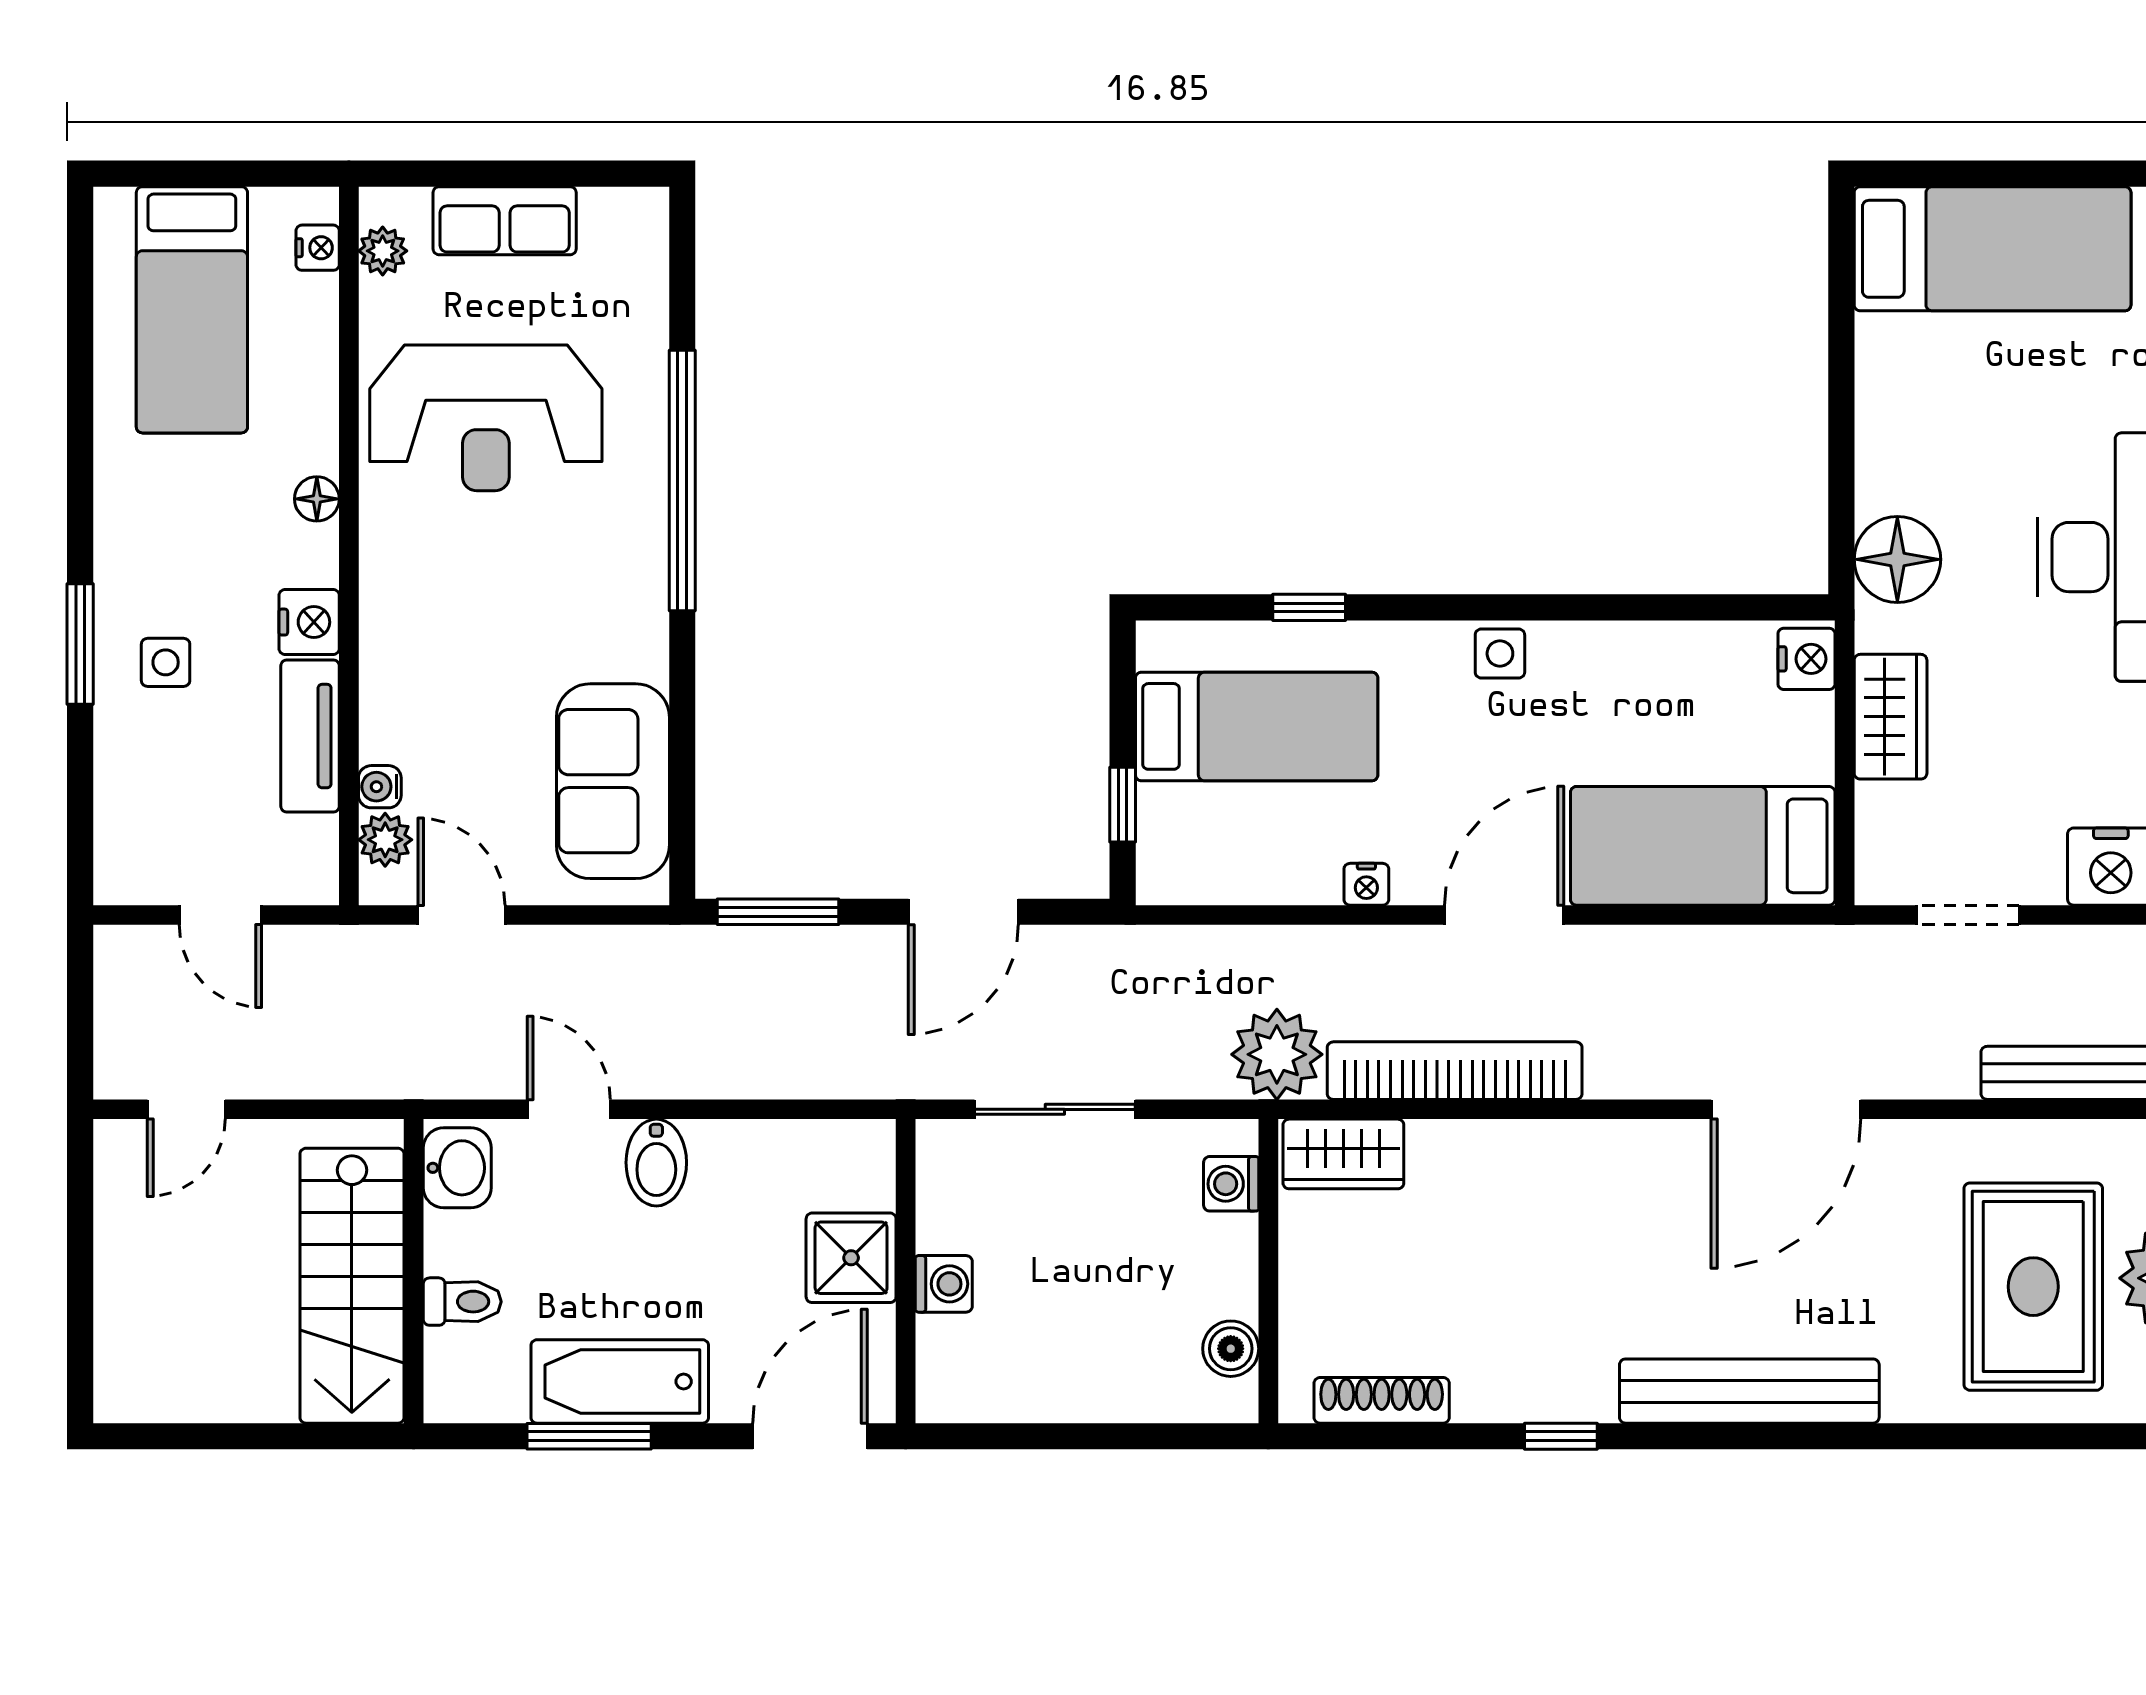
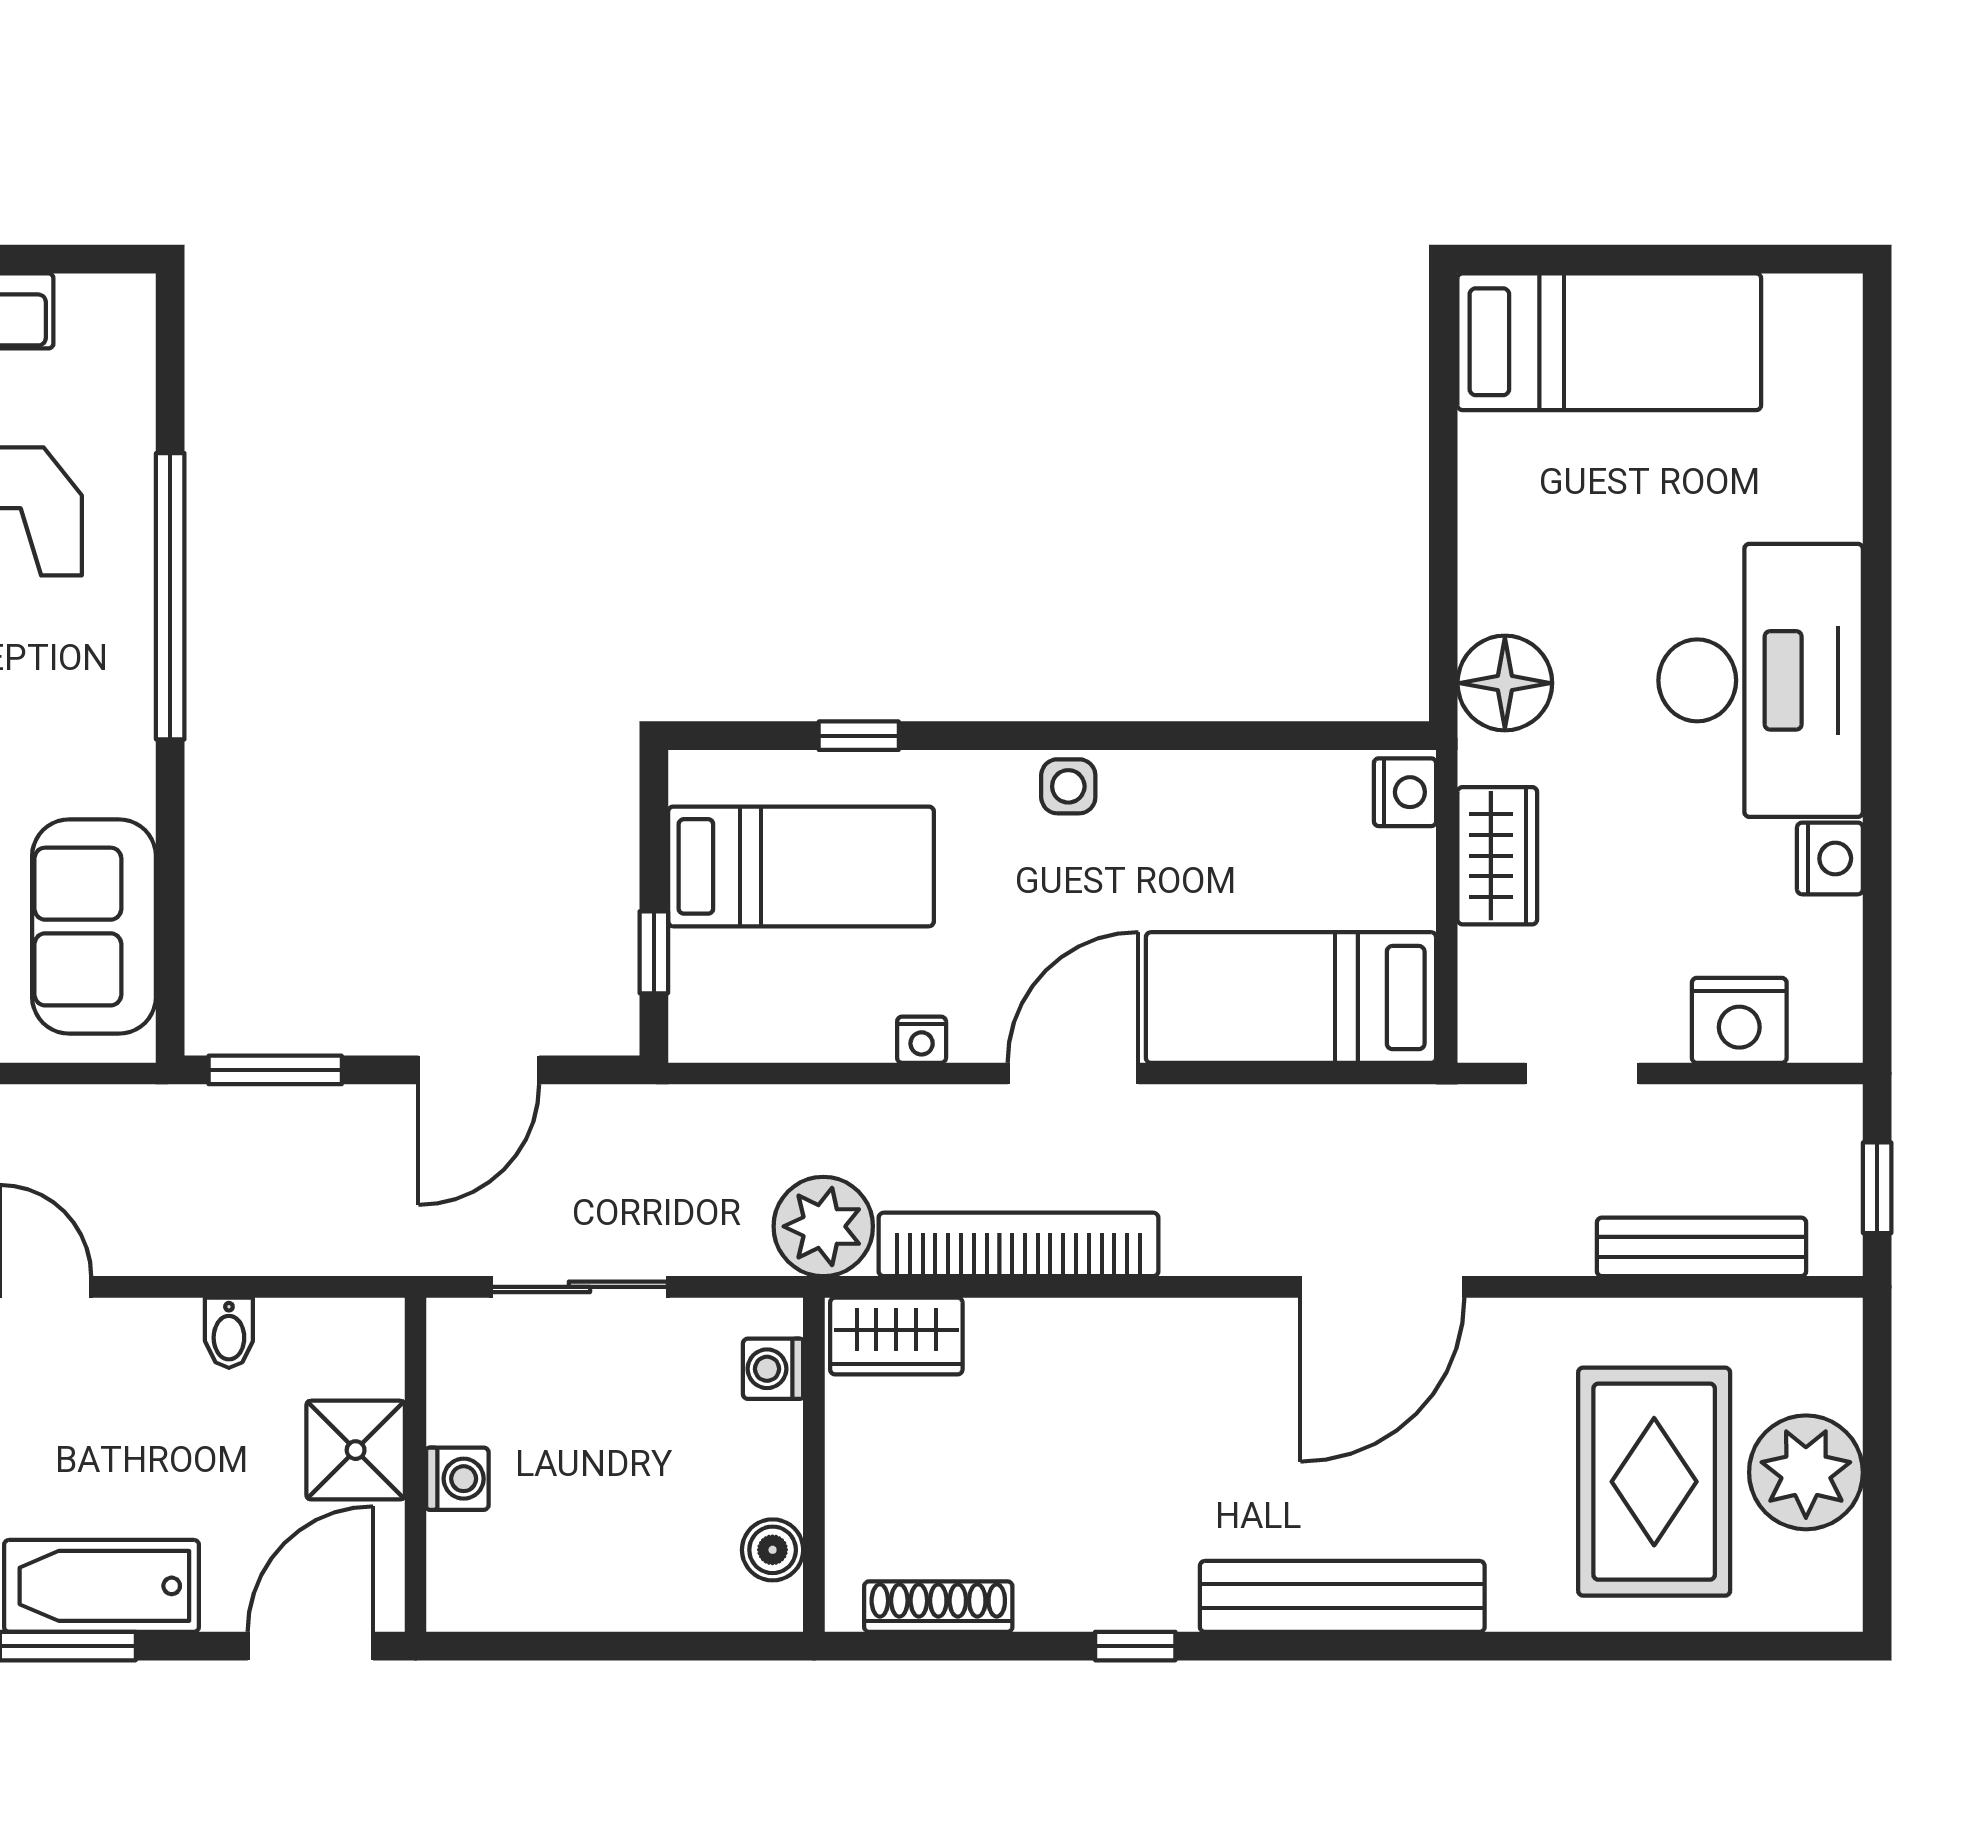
bidet: (656, 1163) -> (229, 1333), moved, width x0.72, depth x0.74

